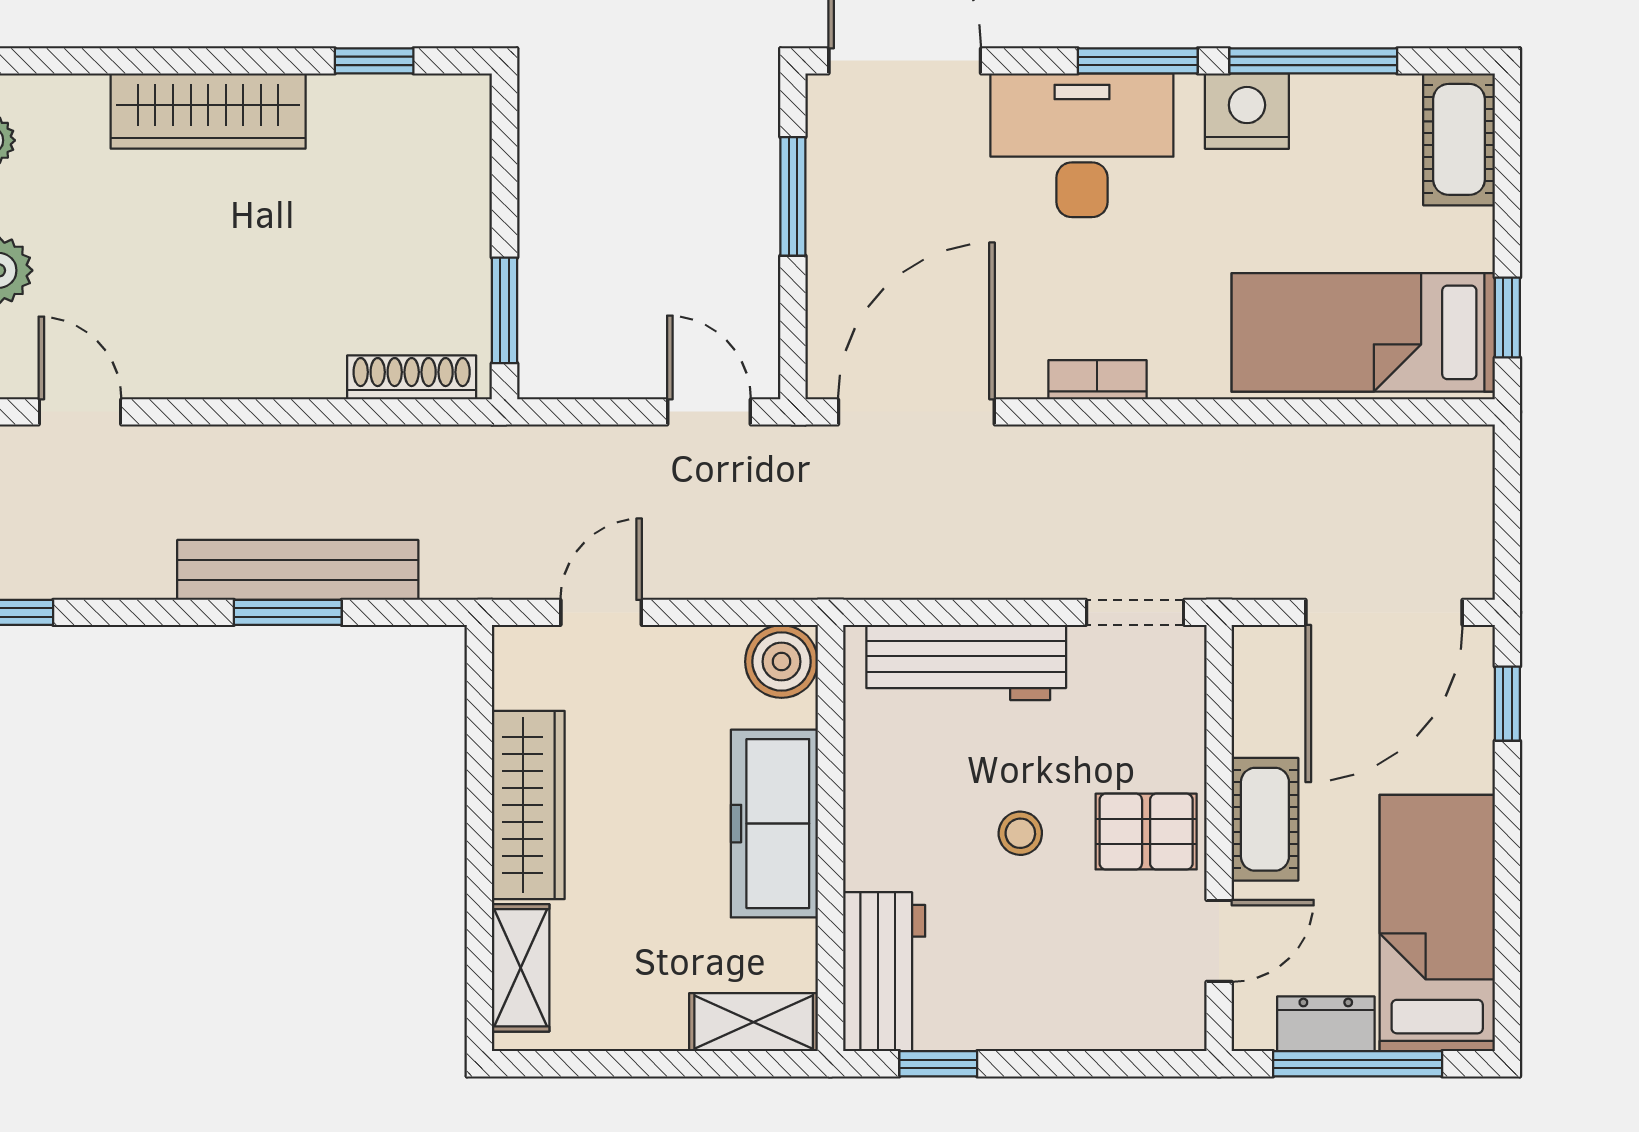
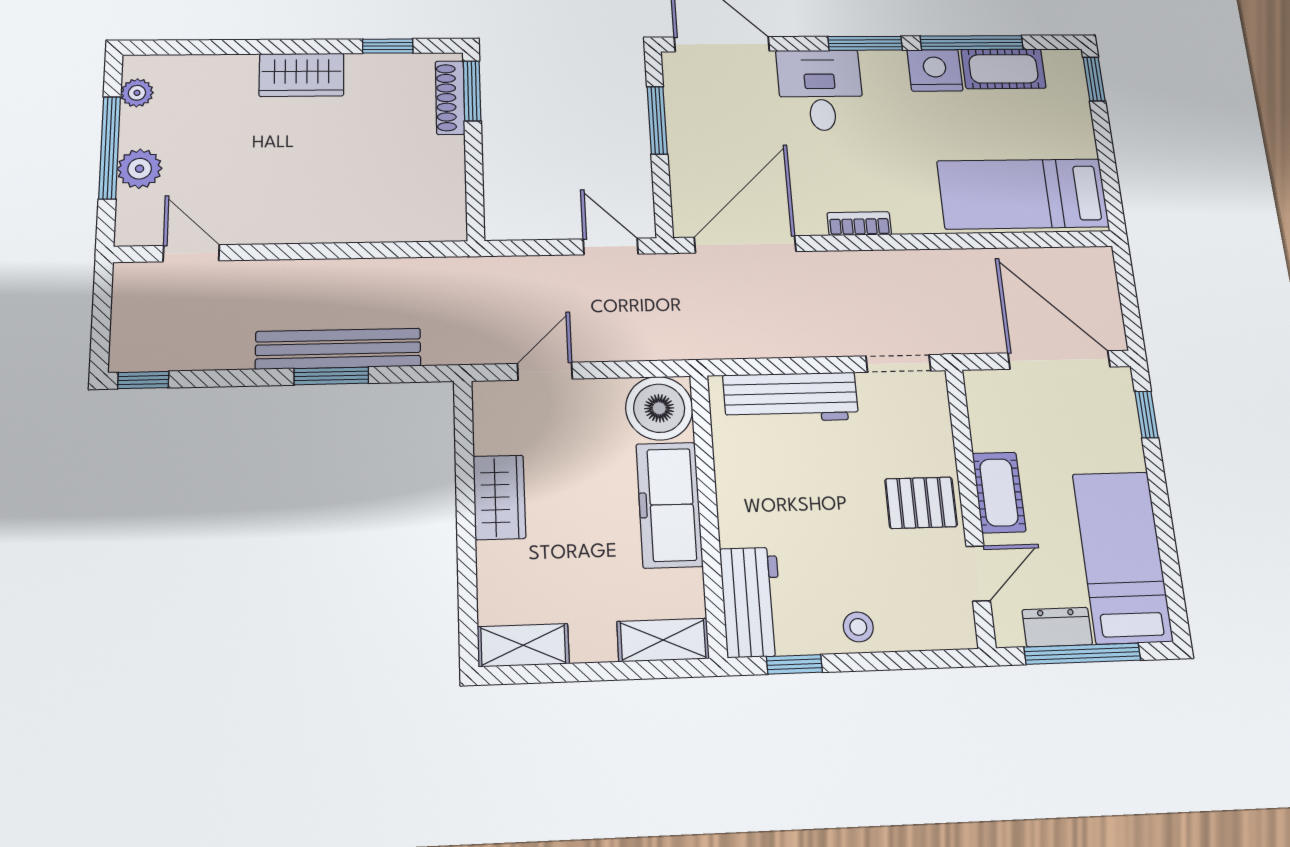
wardrobe: (208, 111) -> (302, 75), width x0.67
cot: (1459, 139) -> (1003, 69), moved, turned 90
desk: (1082, 145) -> (820, 90), width x0.73
window: (505, 310) -> (472, 91), moved
window: (1507, 318) -> (1094, 79), moved
shoe rack: (412, 377) -> (450, 98), moved, turned -90
door: (1384, 612) -> (1059, 360), swing flipped
boiler: (782, 662) -> (659, 408), width x1.37, depth x1.37
wardrobe: (528, 805) -> (499, 497), width x0.67
stool: (1020, 833) -> (858, 627), moved
shelving: (521, 968) -> (523, 645), moved, turned 90

